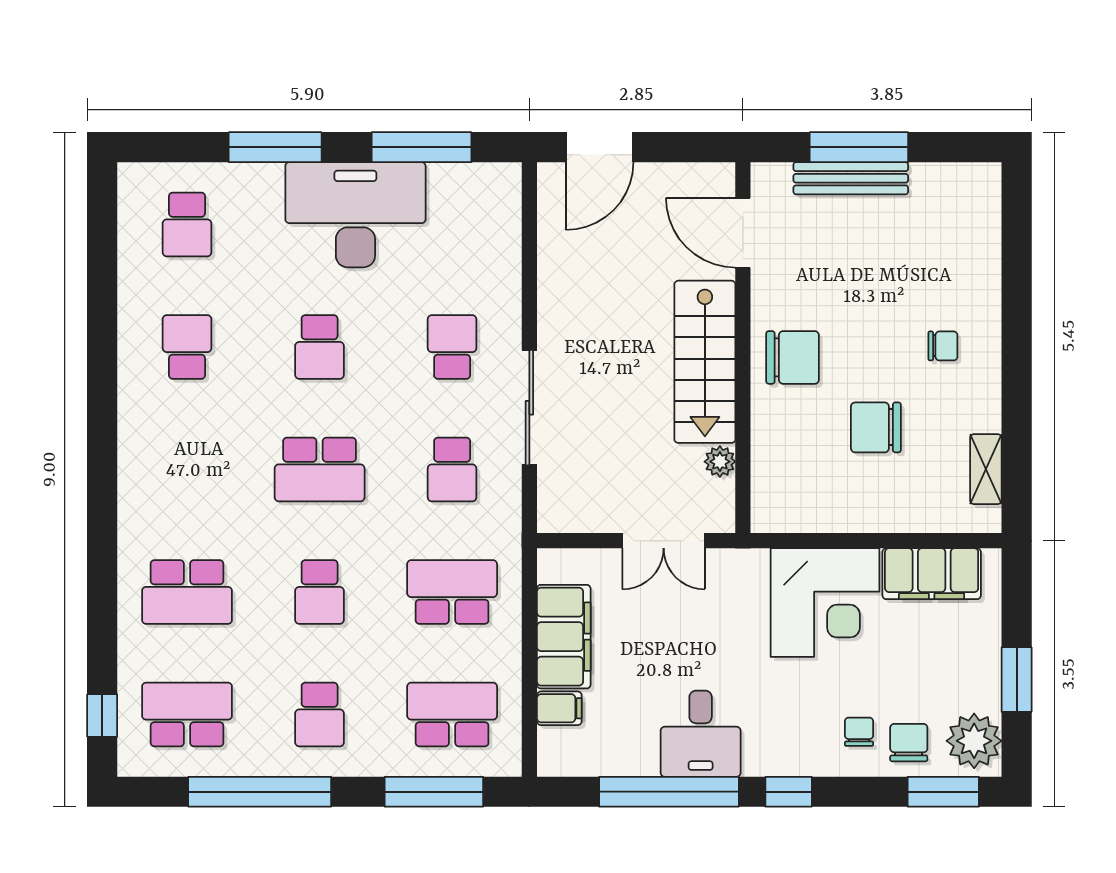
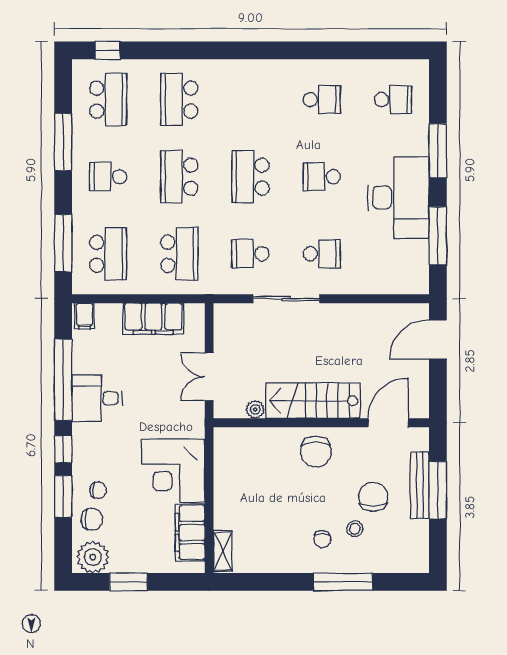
door: (600, 147) -> (438, 339), hinge flipped
school desk: (187, 224) -> (393, 100), turned 180
stool: (925, 290) -> (355, 529), added
window: (1017, 310) -> (343, 582), added
chair: (876, 427) -> (373, 497), moved
shelving: (986, 469) -> (223, 551), moved, turned 90
school desk: (320, 592) -> (179, 177), width x1.85
filing cabinet: (559, 708) -> (85, 316), moved
window: (260, 792) -> (63, 142), width x0.68
window: (943, 792) -> (63, 496), moved

